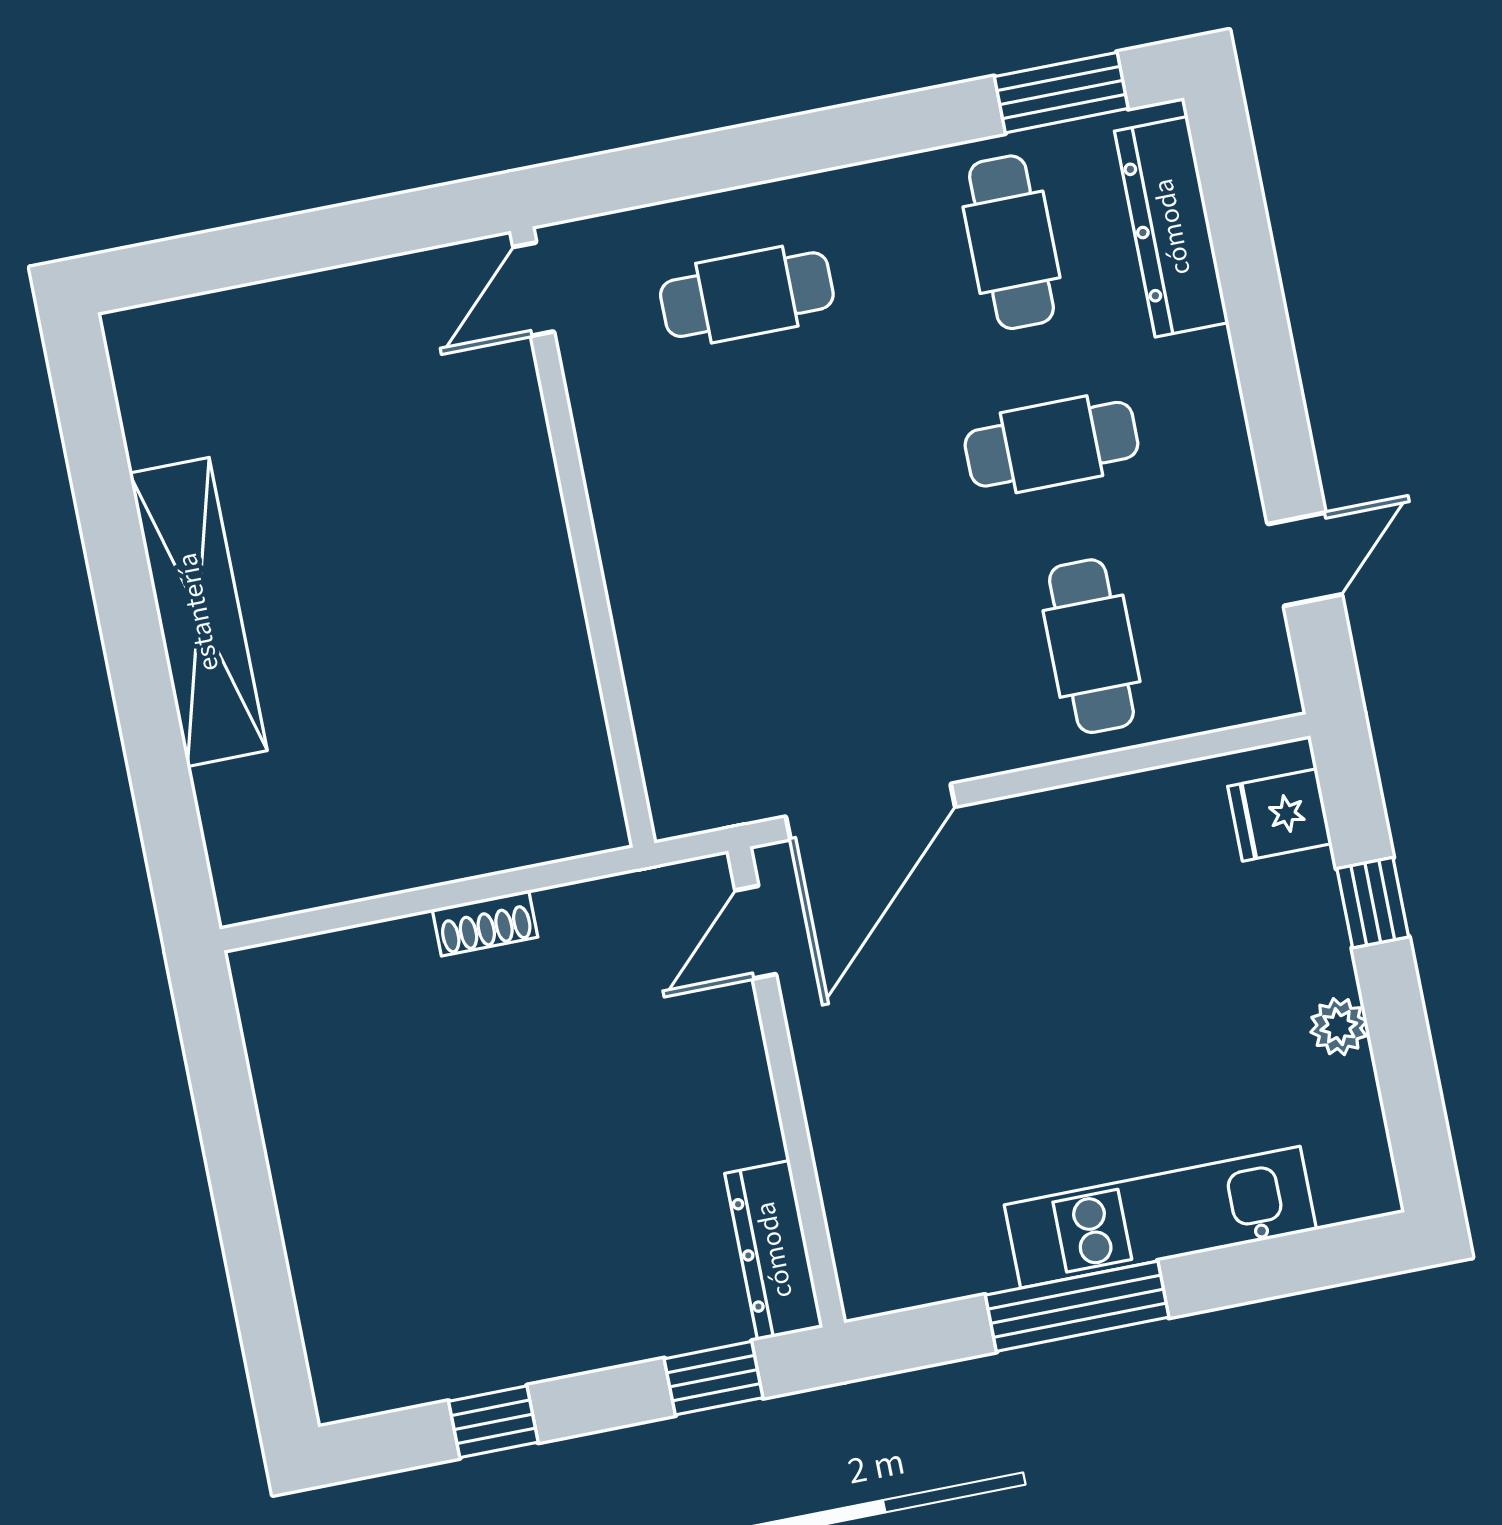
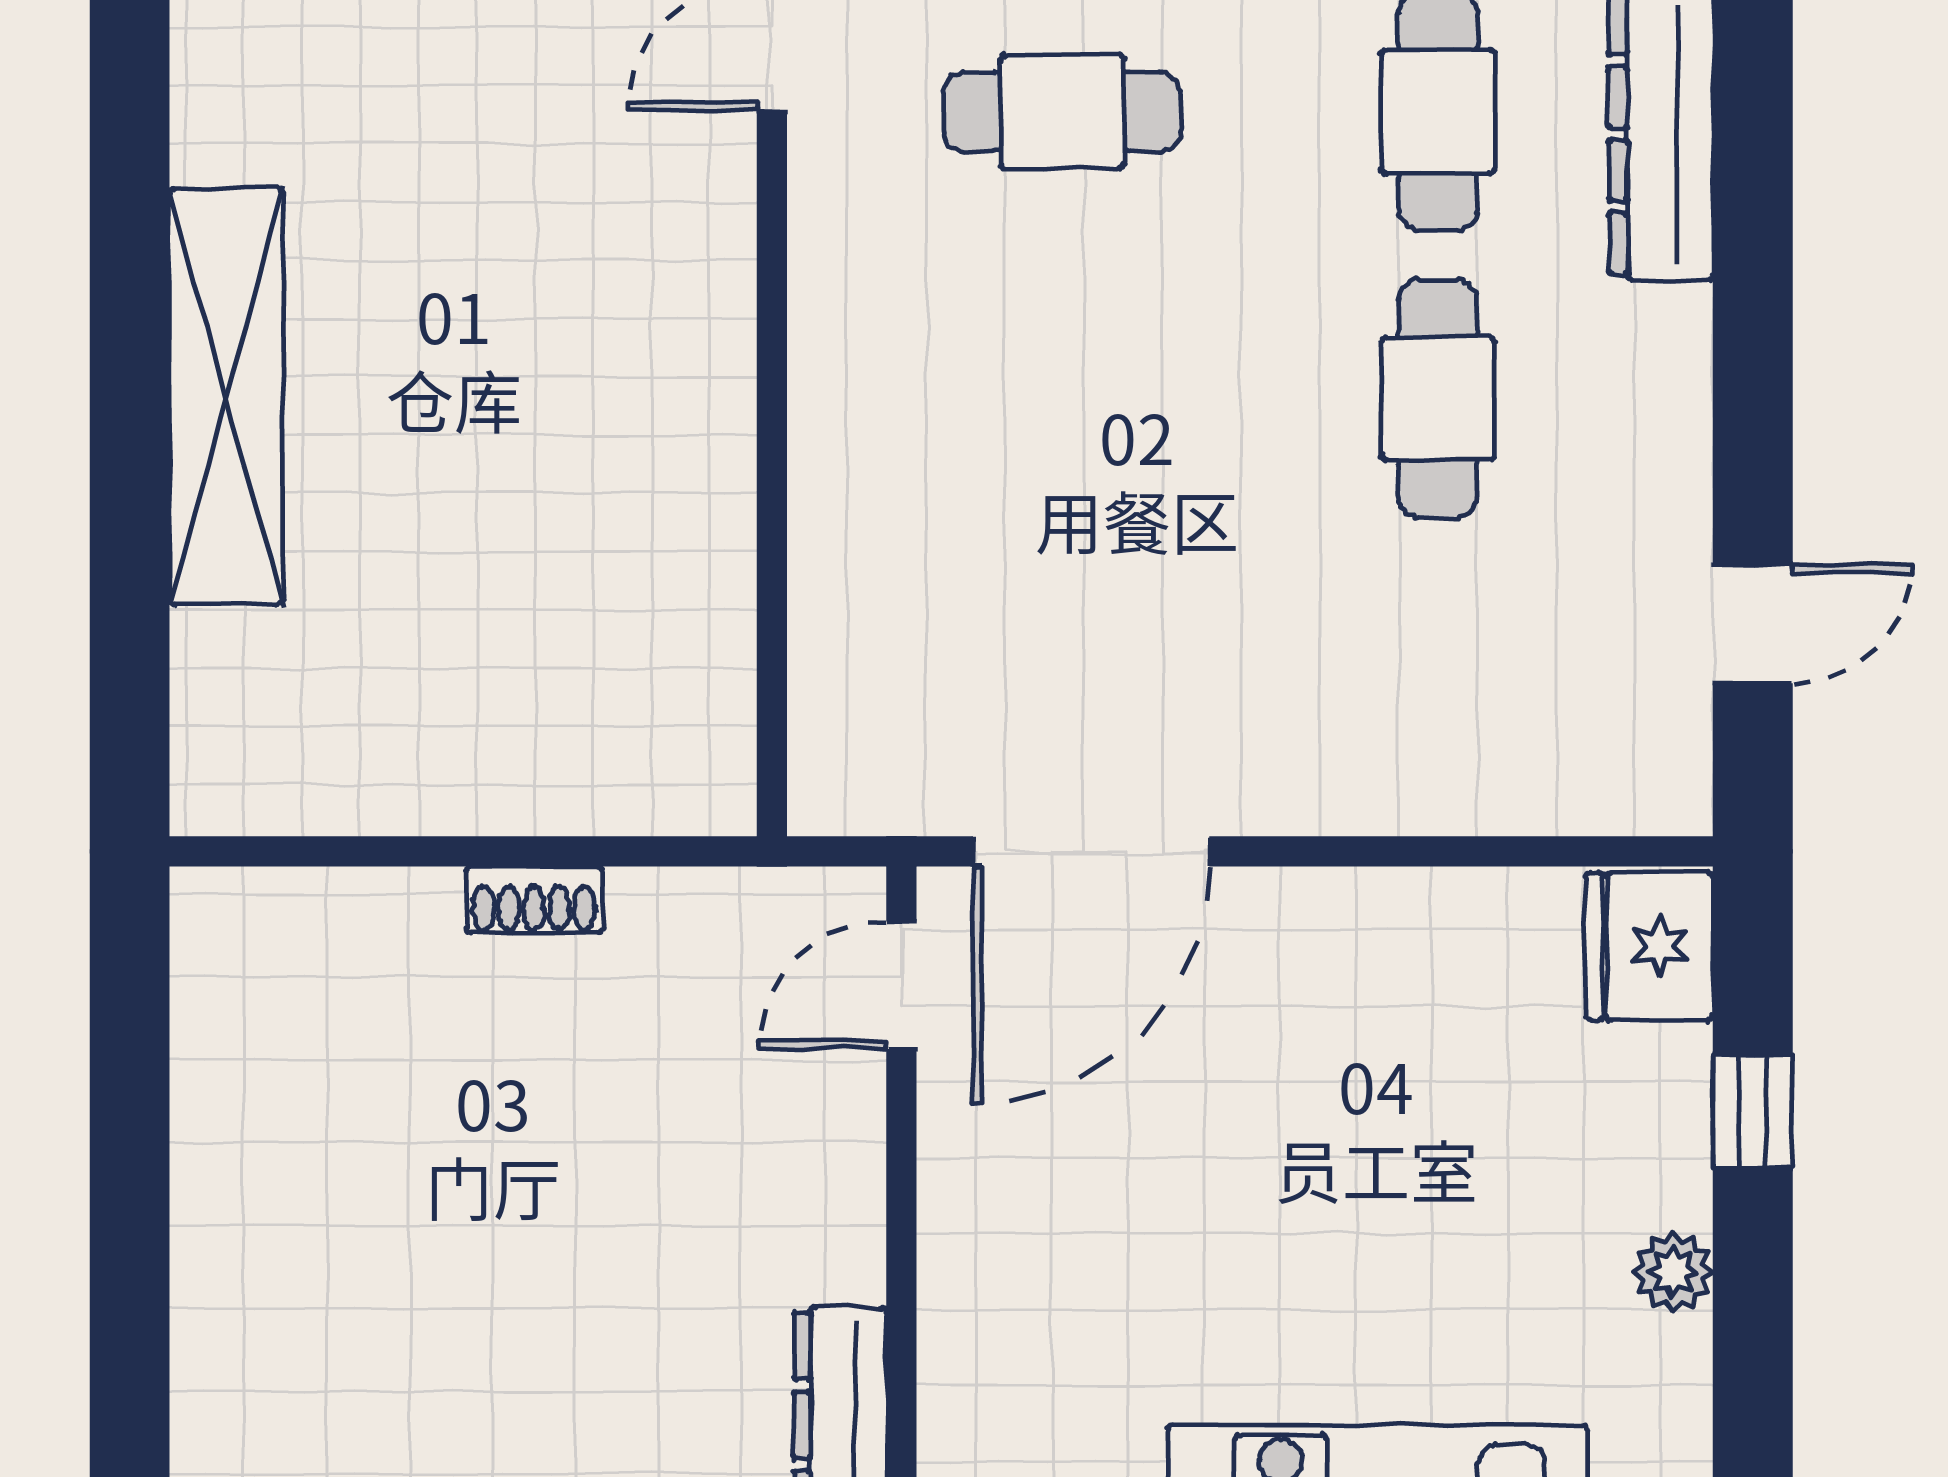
cafe table: (1051, 444) -> (1438, 398), turned 90
cafe table: (1091, 646) -> (1438, 685), removed
fridge: (1280, 815) -> (1649, 946), width x1.38

